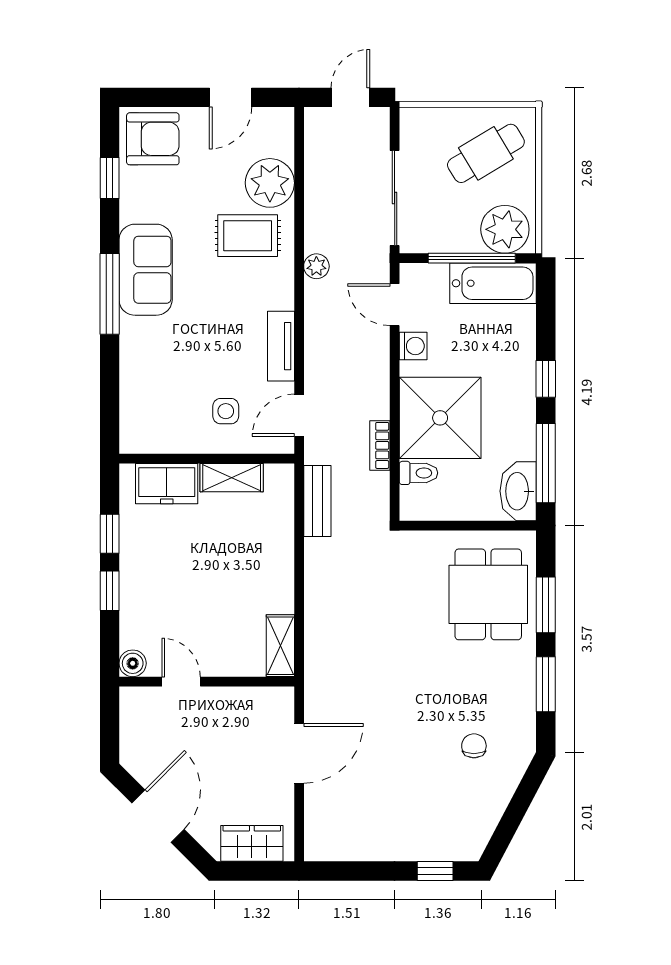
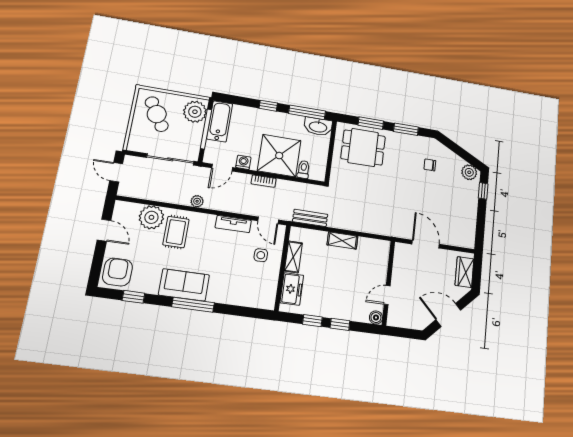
bookcase: (380, 445) -> (264, 181), moved
shelving: (280, 646) -> (342, 241), moved
plant: (472, 836) -> (469, 172), added

